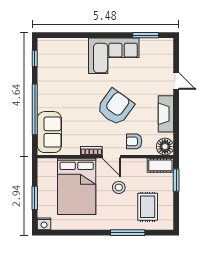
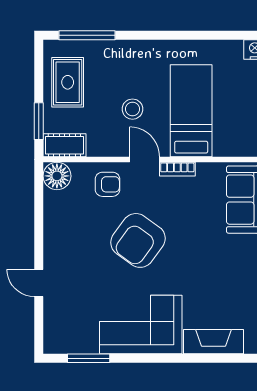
fireplace: (166, 114) -> (213, 342), moved, turned -90
bed: (77, 186) -> (191, 111), width x0.67
rug: (148, 207) -> (68, 82), moved
window: (128, 233) -> (87, 35), moved

